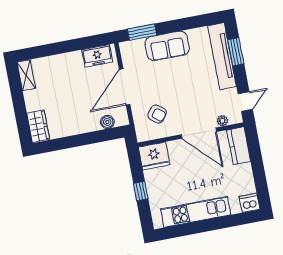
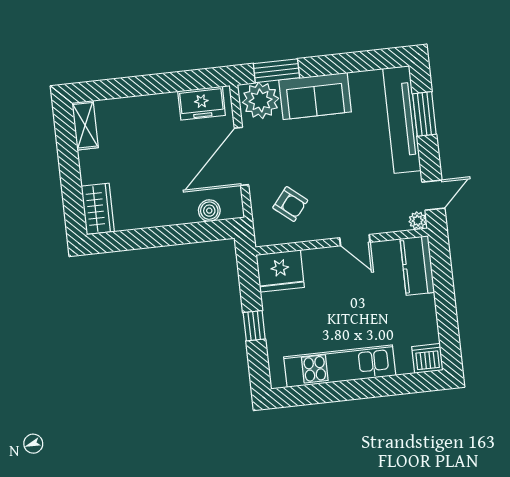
plant: (134, 51) -> (261, 100), added
plant: (222, 121) -> (418, 221), moved
door: (199, 133) -> (355, 240), width x0.53

